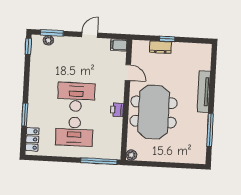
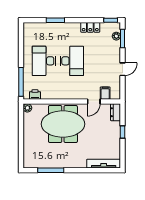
door: (90, 35) -> (122, 69), hinge flipped
filing cabinet: (119, 45) -> (105, 93), moved
dresser: (160, 47) -> (116, 112), moved
tv unit: (204, 92) -> (104, 164), moved
printer: (117, 110) -> (35, 94), moved
locker: (32, 139) -> (90, 27), moved

